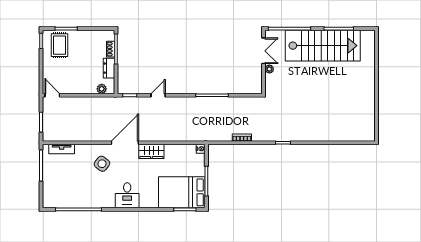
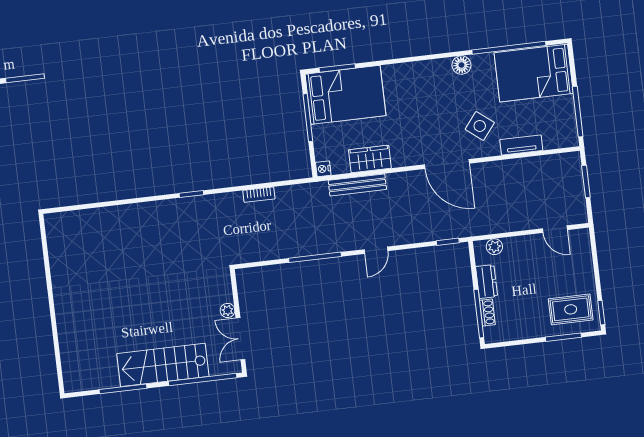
rug: (60, 45) -> (571, 309), turned 90
stairs: (323, 46) -> (163, 365), width x0.73, depth x0.66
door: (52, 95) -> (555, 229), moved
door: (158, 95) -> (376, 250), moved
bench: (181, 136) -> (357, 185), added
door: (125, 143) -> (447, 164), hinge flipped
tv unit: (62, 149) -> (521, 145), moved
wardrobe: (151, 151) -> (370, 159), moved
bed: (65, 192) -> (534, 73), added
desk: (127, 195) -> (433, 80), removed
floor lamp: (109, 202) -> (461, 65), added

